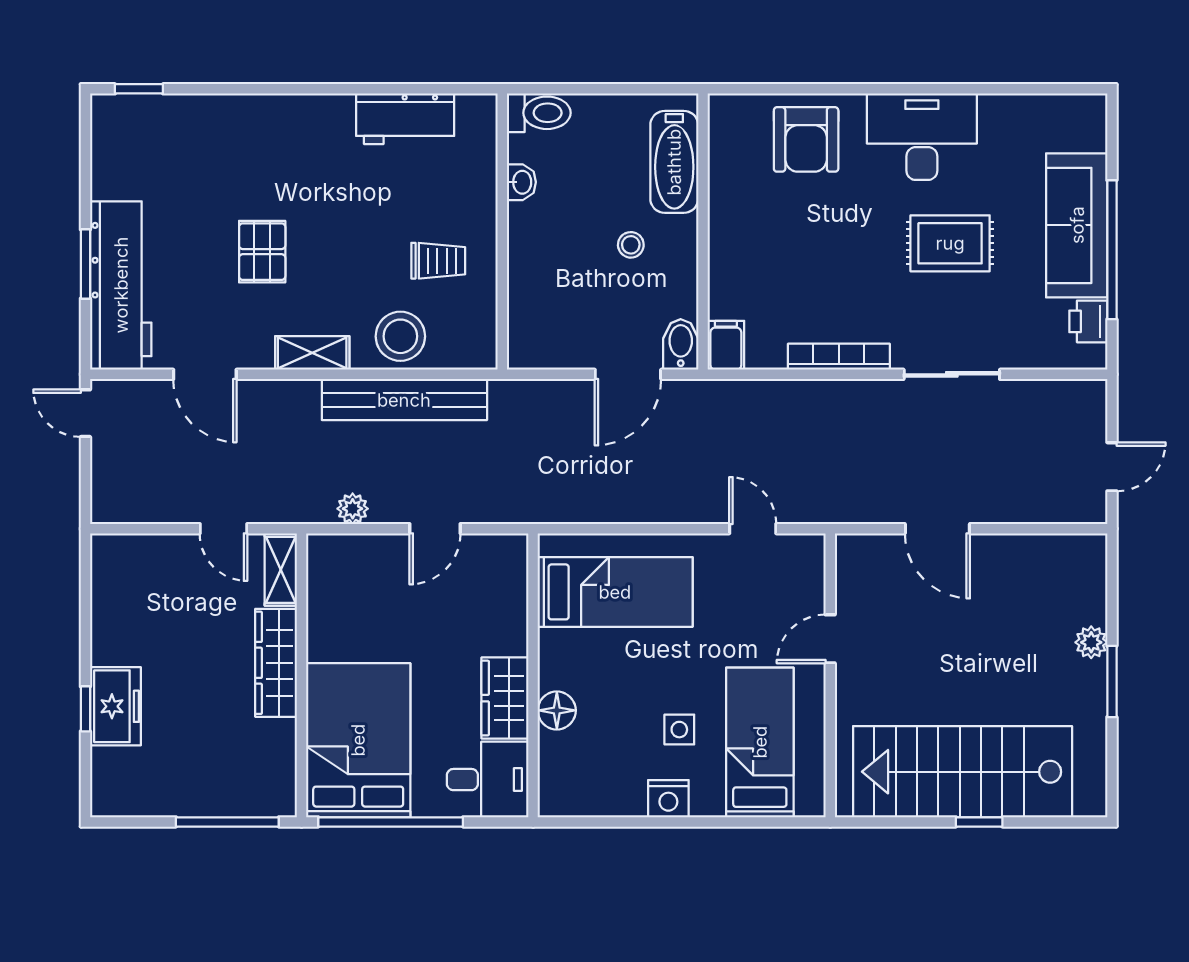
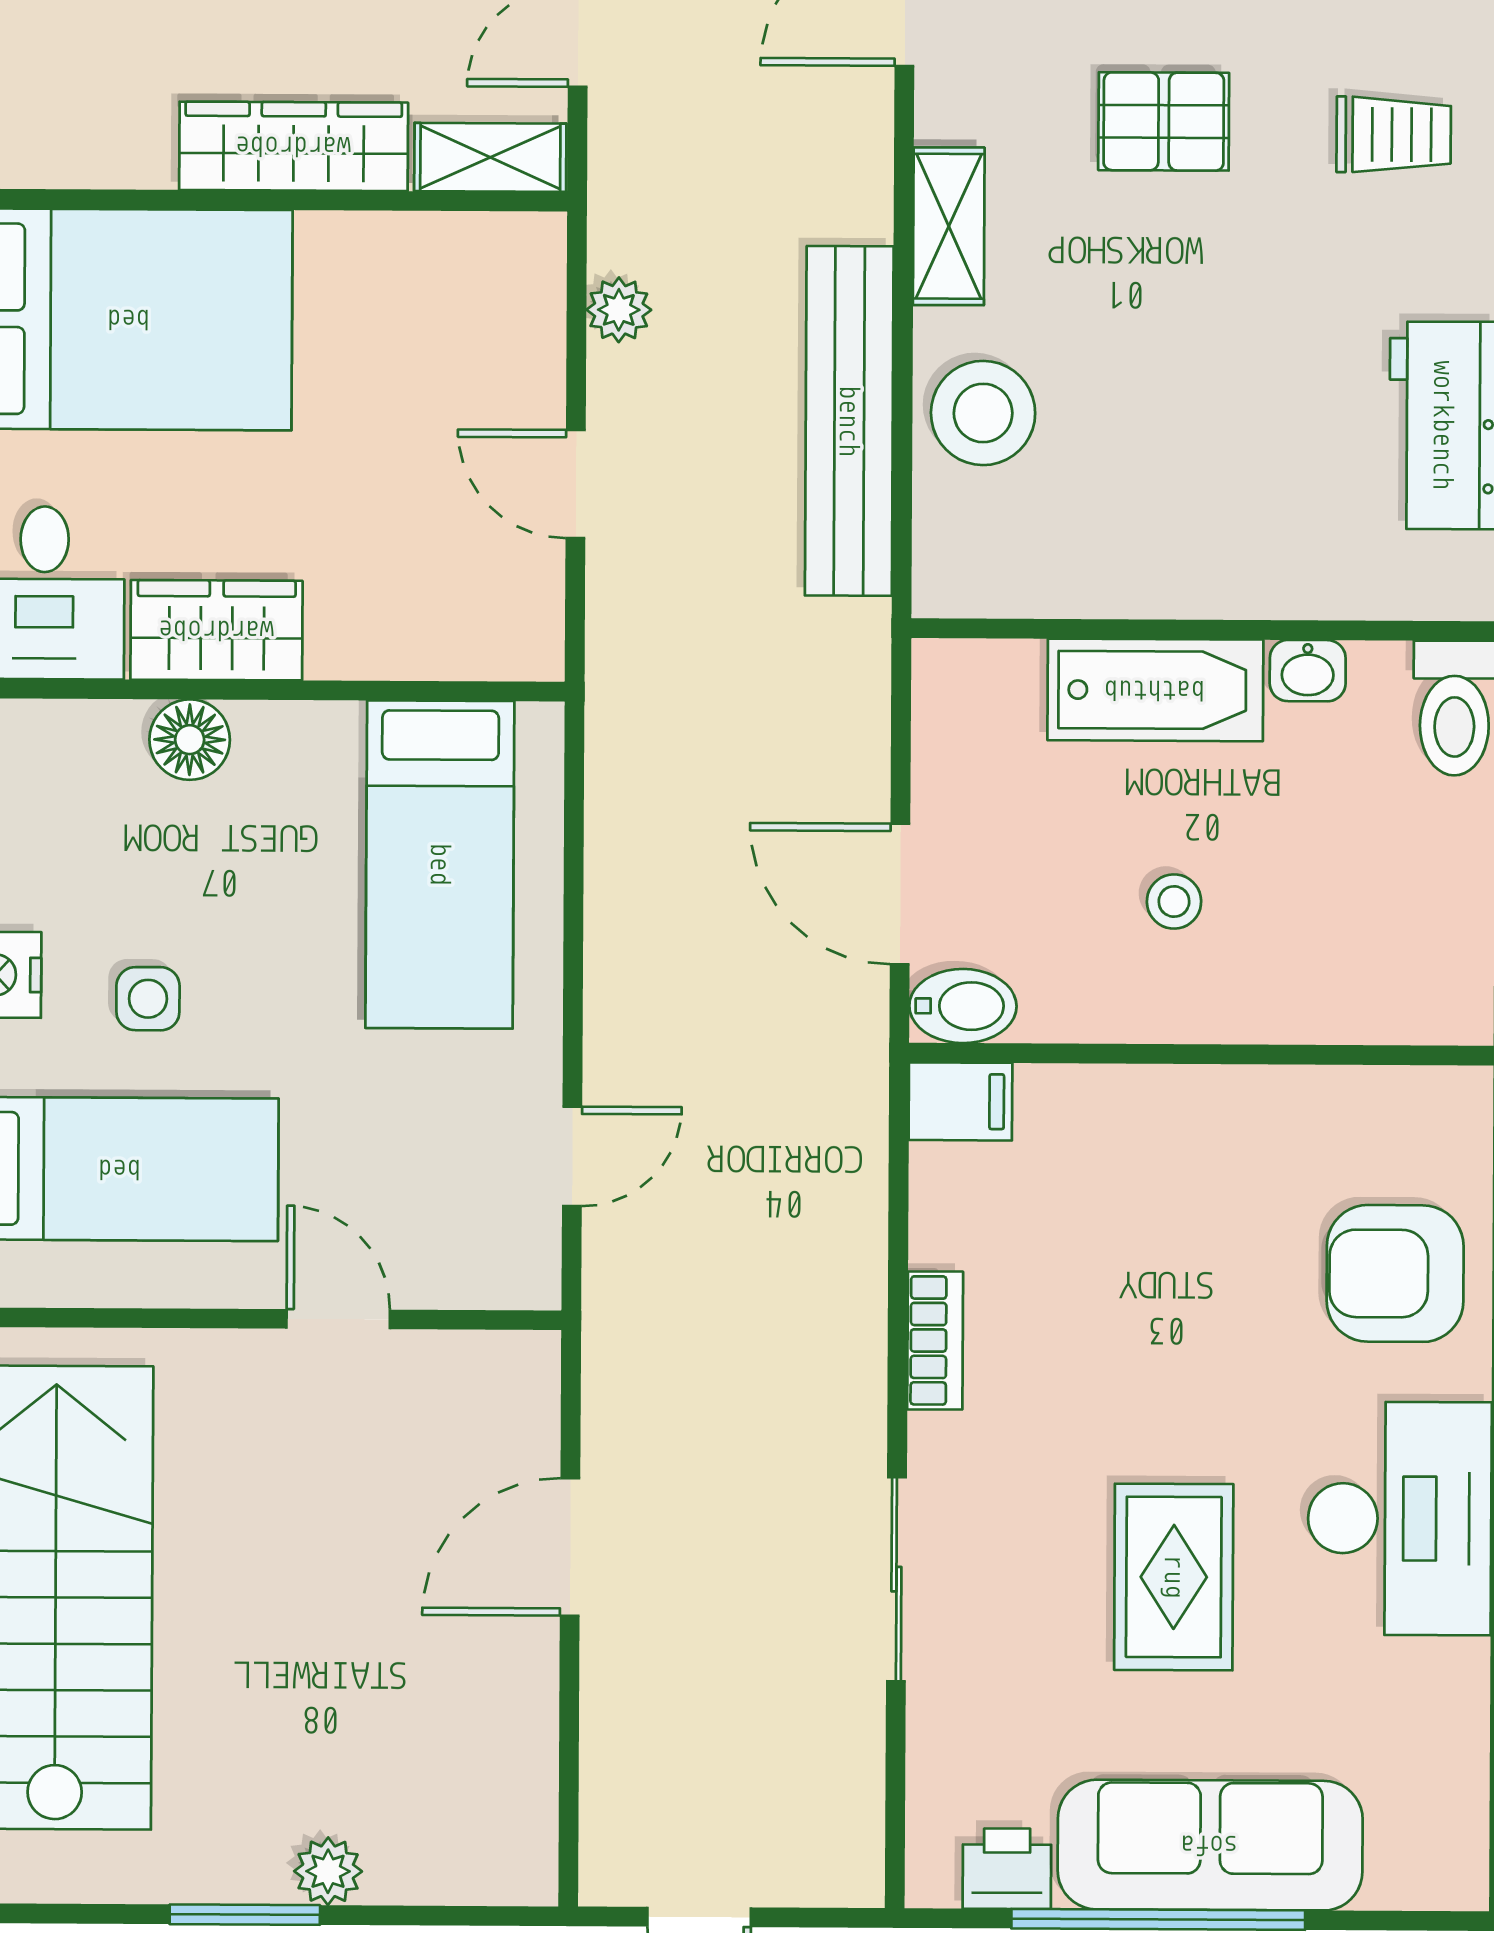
bathtub: (674, 162) -> (1155, 690), moved, turned 180
trolley: (438, 261) -> (1394, 135), moved, turned -90
bookcase: (839, 357) -> (935, 1340), width x0.64

